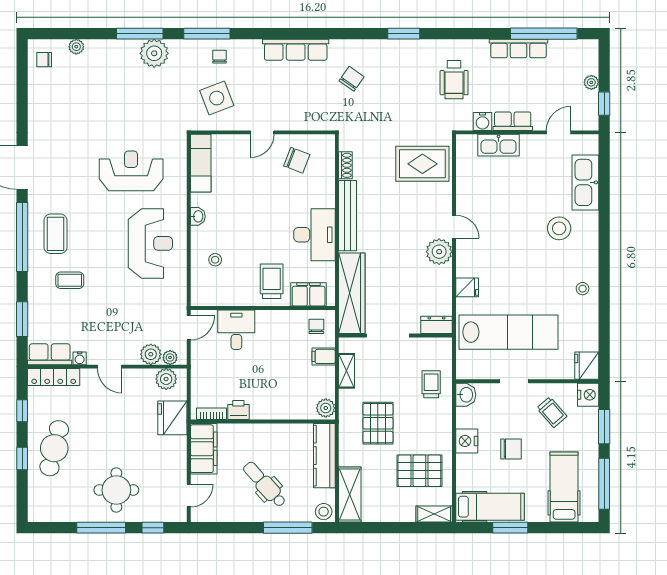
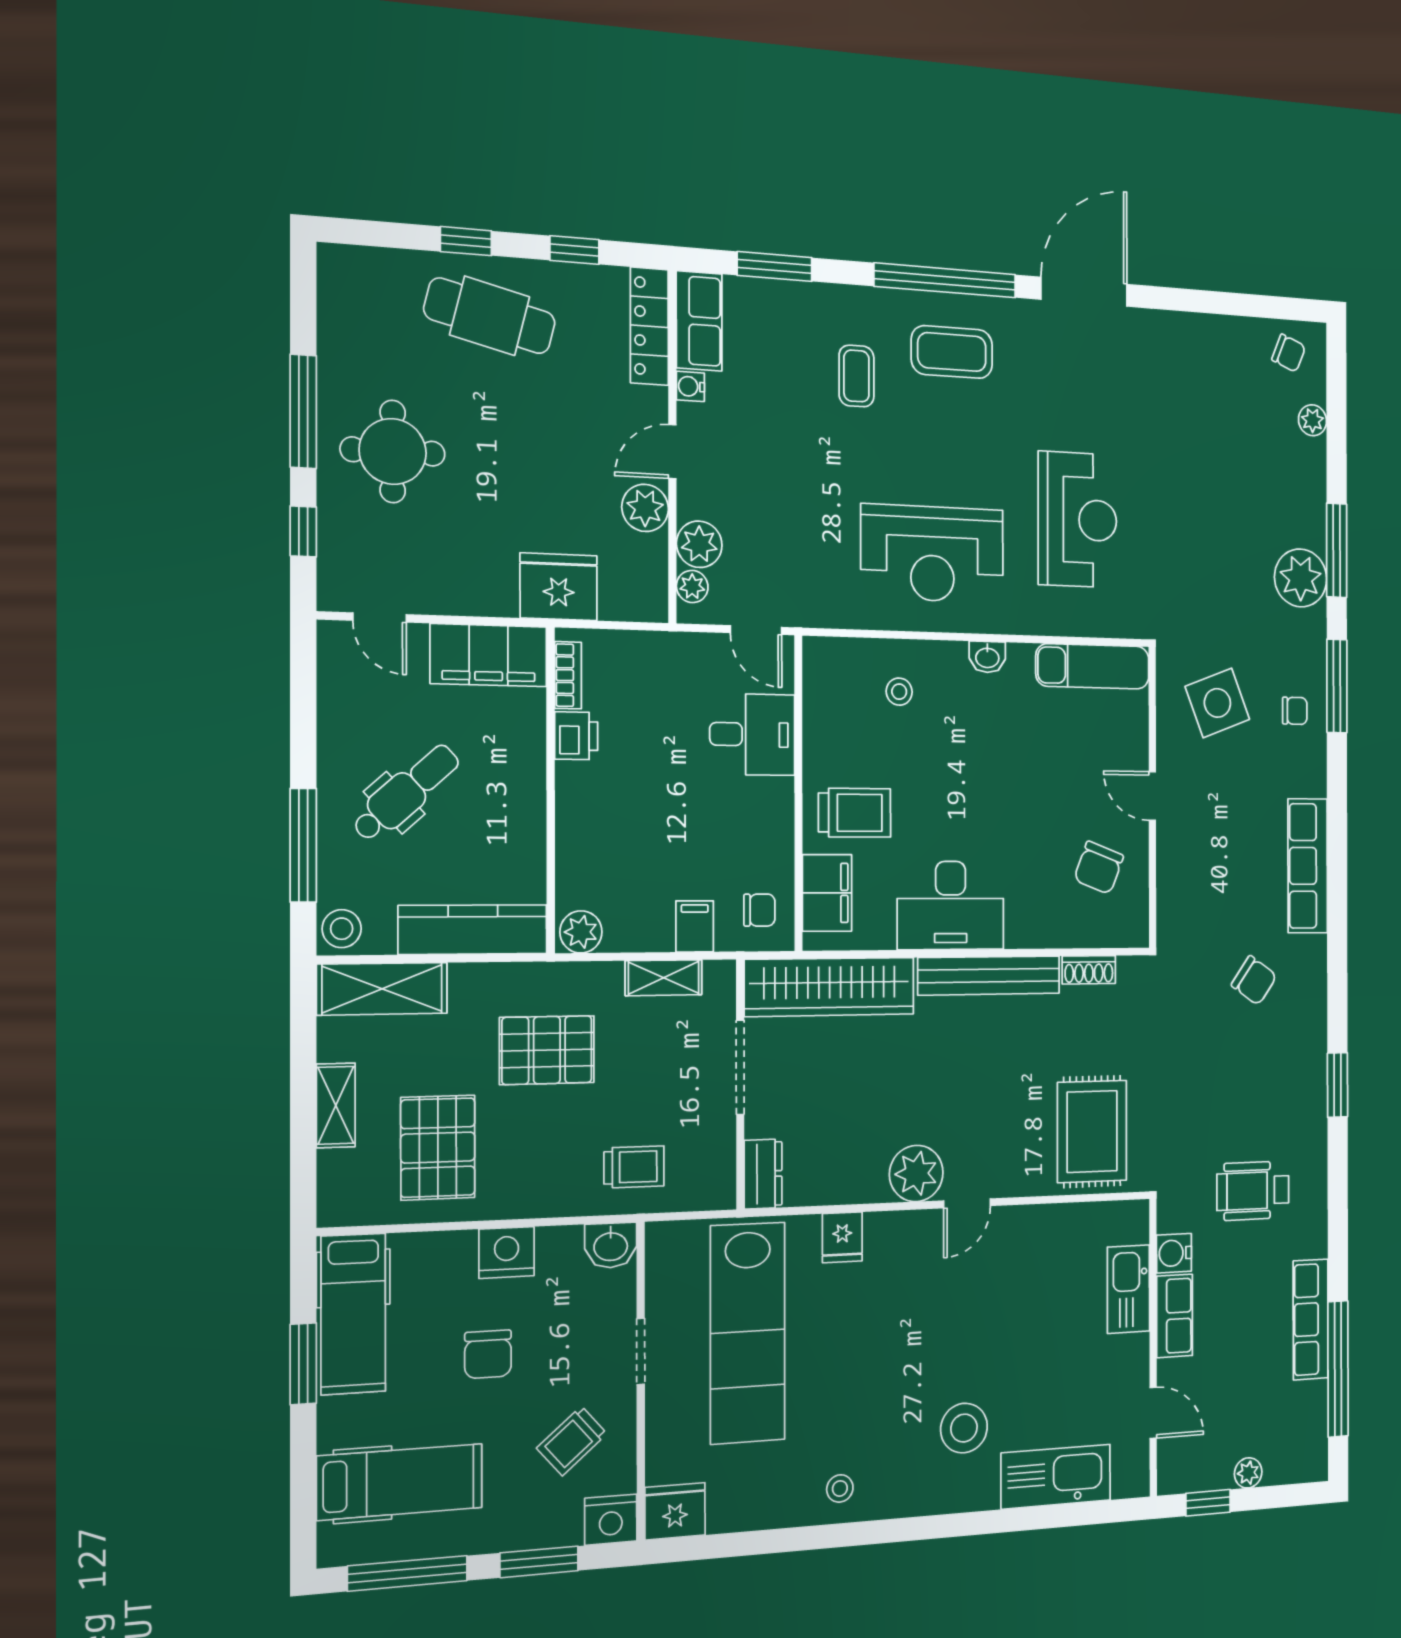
chair: (44, 60) -> (1289, 353), turned 112
plant: (166, 379) -> (645, 508), moved
shelving: (434, 514) -> (336, 1105), moved

